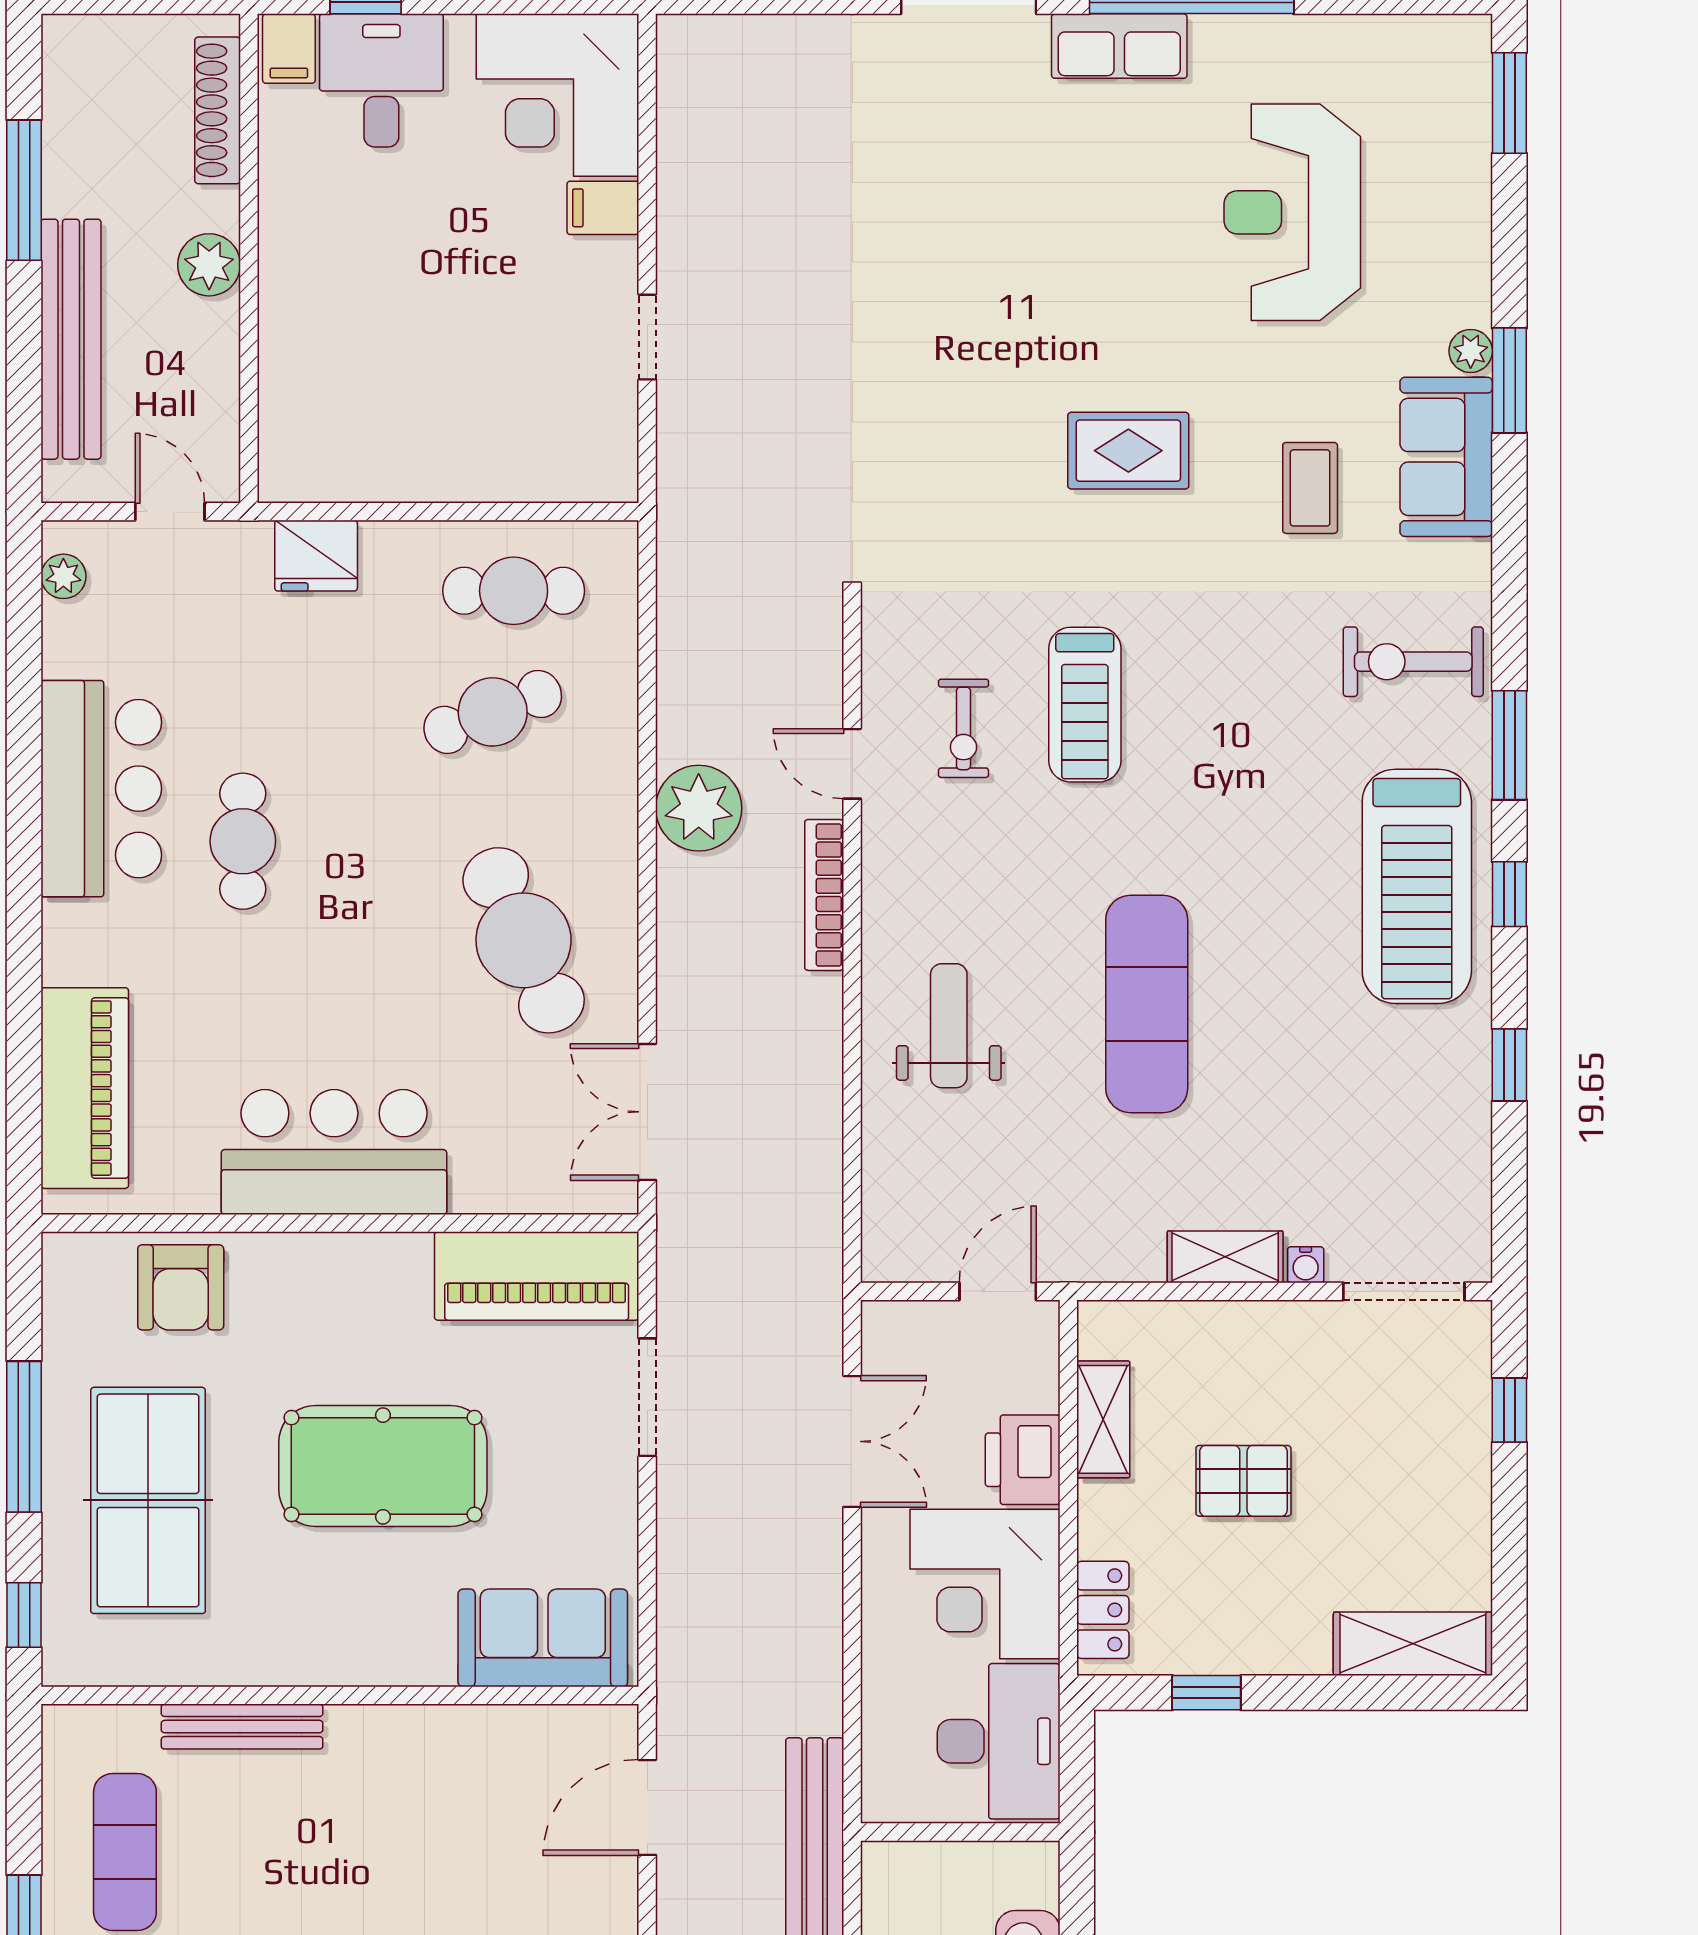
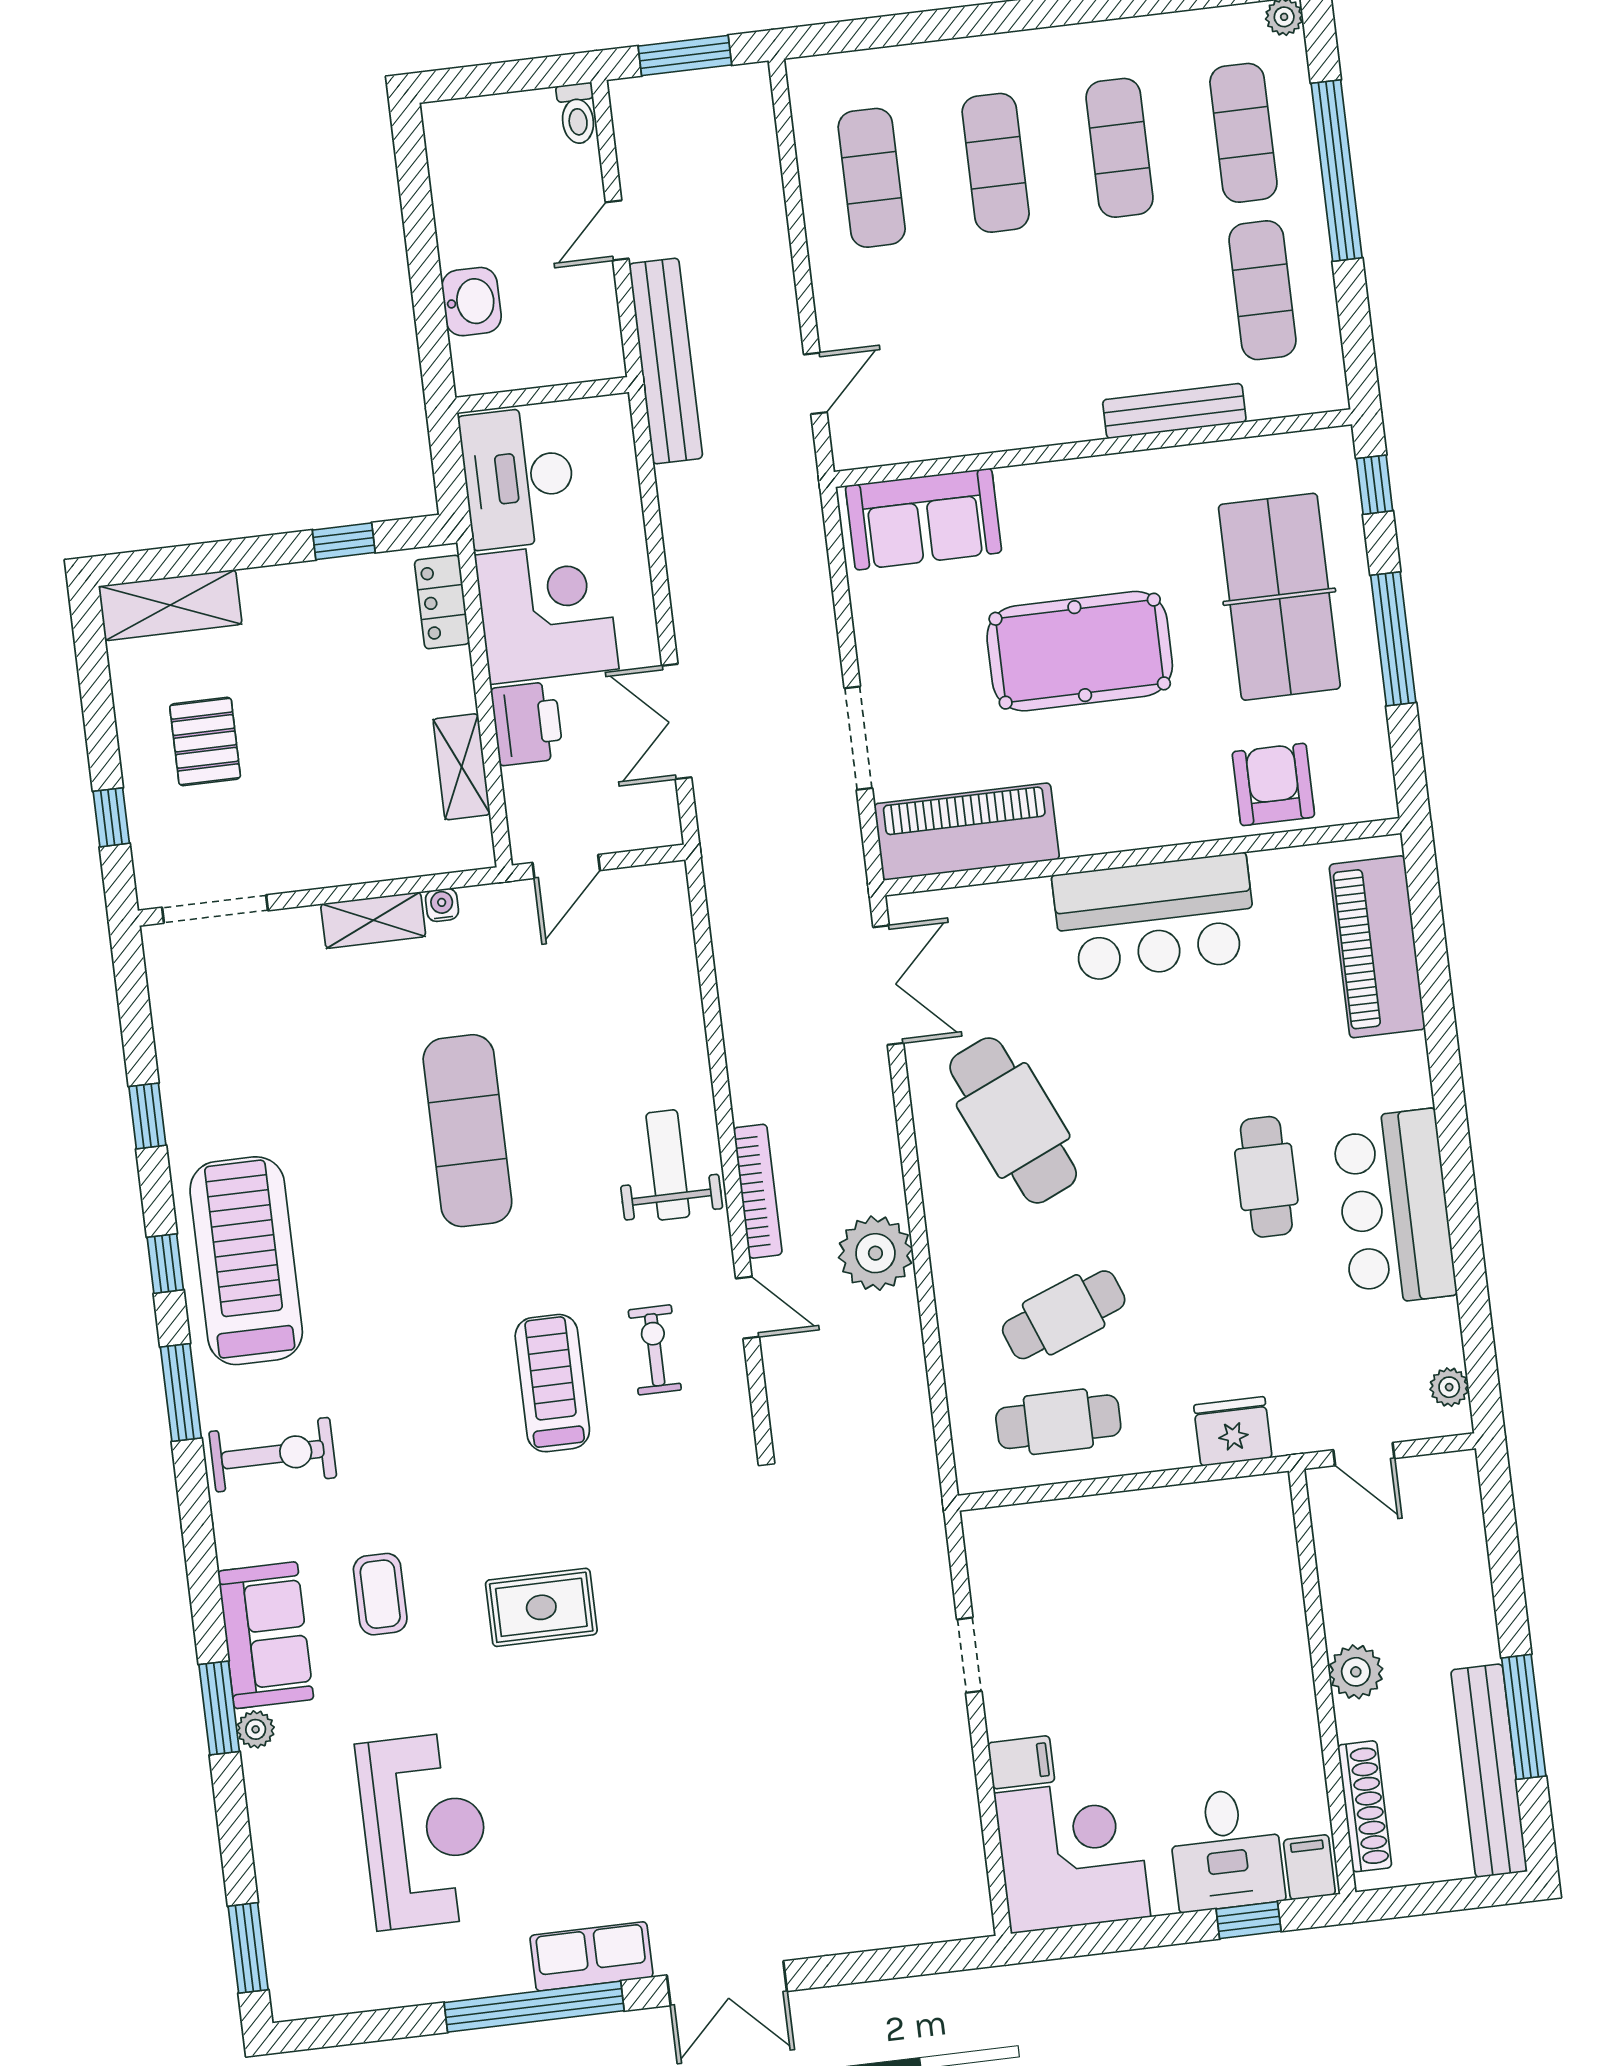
bench: (71, 339) -> (1489, 1771), moved
weight bench: (949, 1026) -> (668, 1165), moved, turned 180
water cooler: (1306, 1265) -> (442, 905), moved
pallet: (1243, 1481) -> (205, 741), moved, turned 90
door: (647, 1807) -> (815, 383), width x0.73

